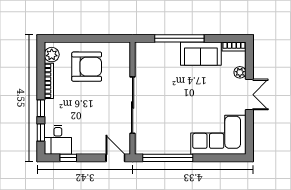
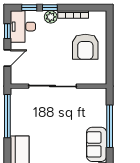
plant: (52, 55) -> (51, 17), moved
desk: (58, 140) -> (23, 27), width x1.37
door: (115, 158) -> (7, 58), moved

